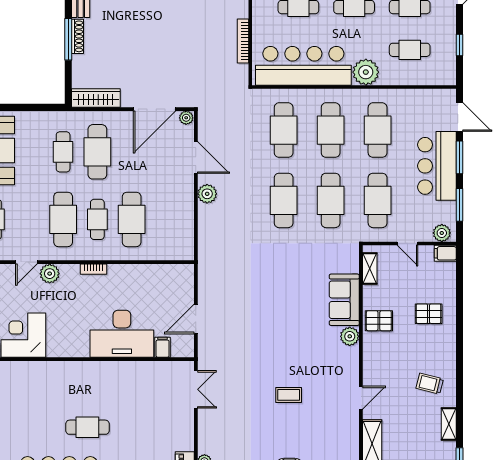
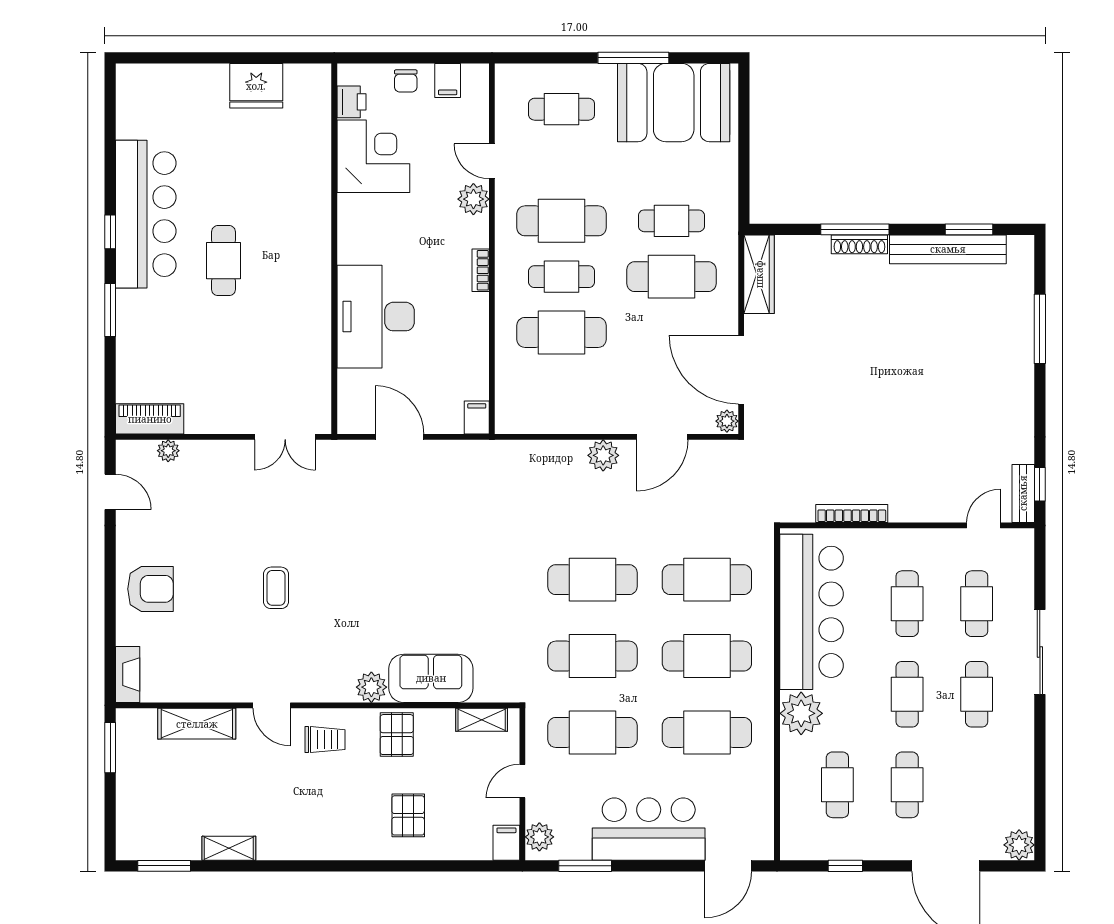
window: (460, 157) -> (663, 866), removed
filing cabinet: (163, 347) -> (477, 418), moved, turned -90
trolley: (430, 384) -> (325, 740), moved, turned 76

